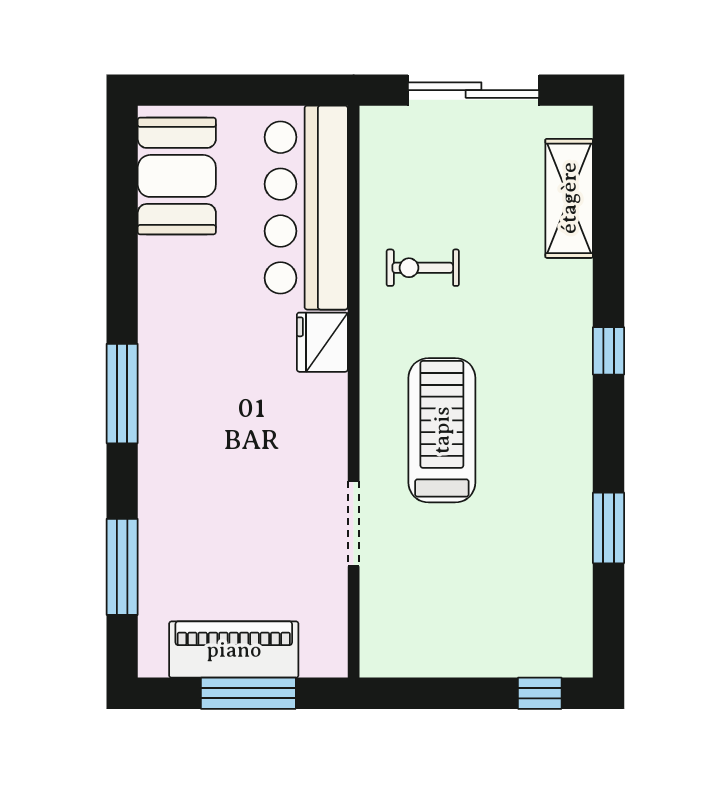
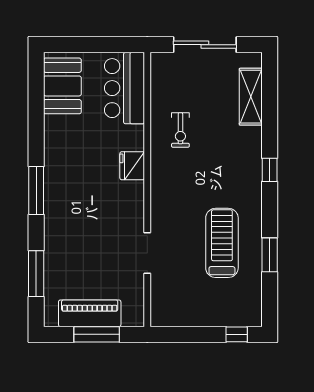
bar counter: (306, 208) -> (124, 88), width x0.73
exercise bike: (423, 268) -> (180, 130), turned -90
treadmill: (442, 430) -> (222, 243), moved

